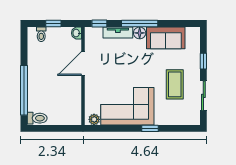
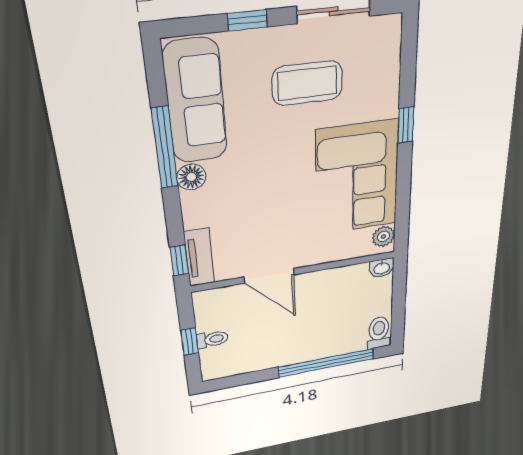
window: (140, 24) -> (165, 148), moved
tv unit: (118, 32) -> (199, 257), moved
washbasin: (76, 33) -> (382, 268), moved
toilet: (41, 34) -> (212, 339), moved
sofa: (166, 38) -> (196, 102), width x1.36

